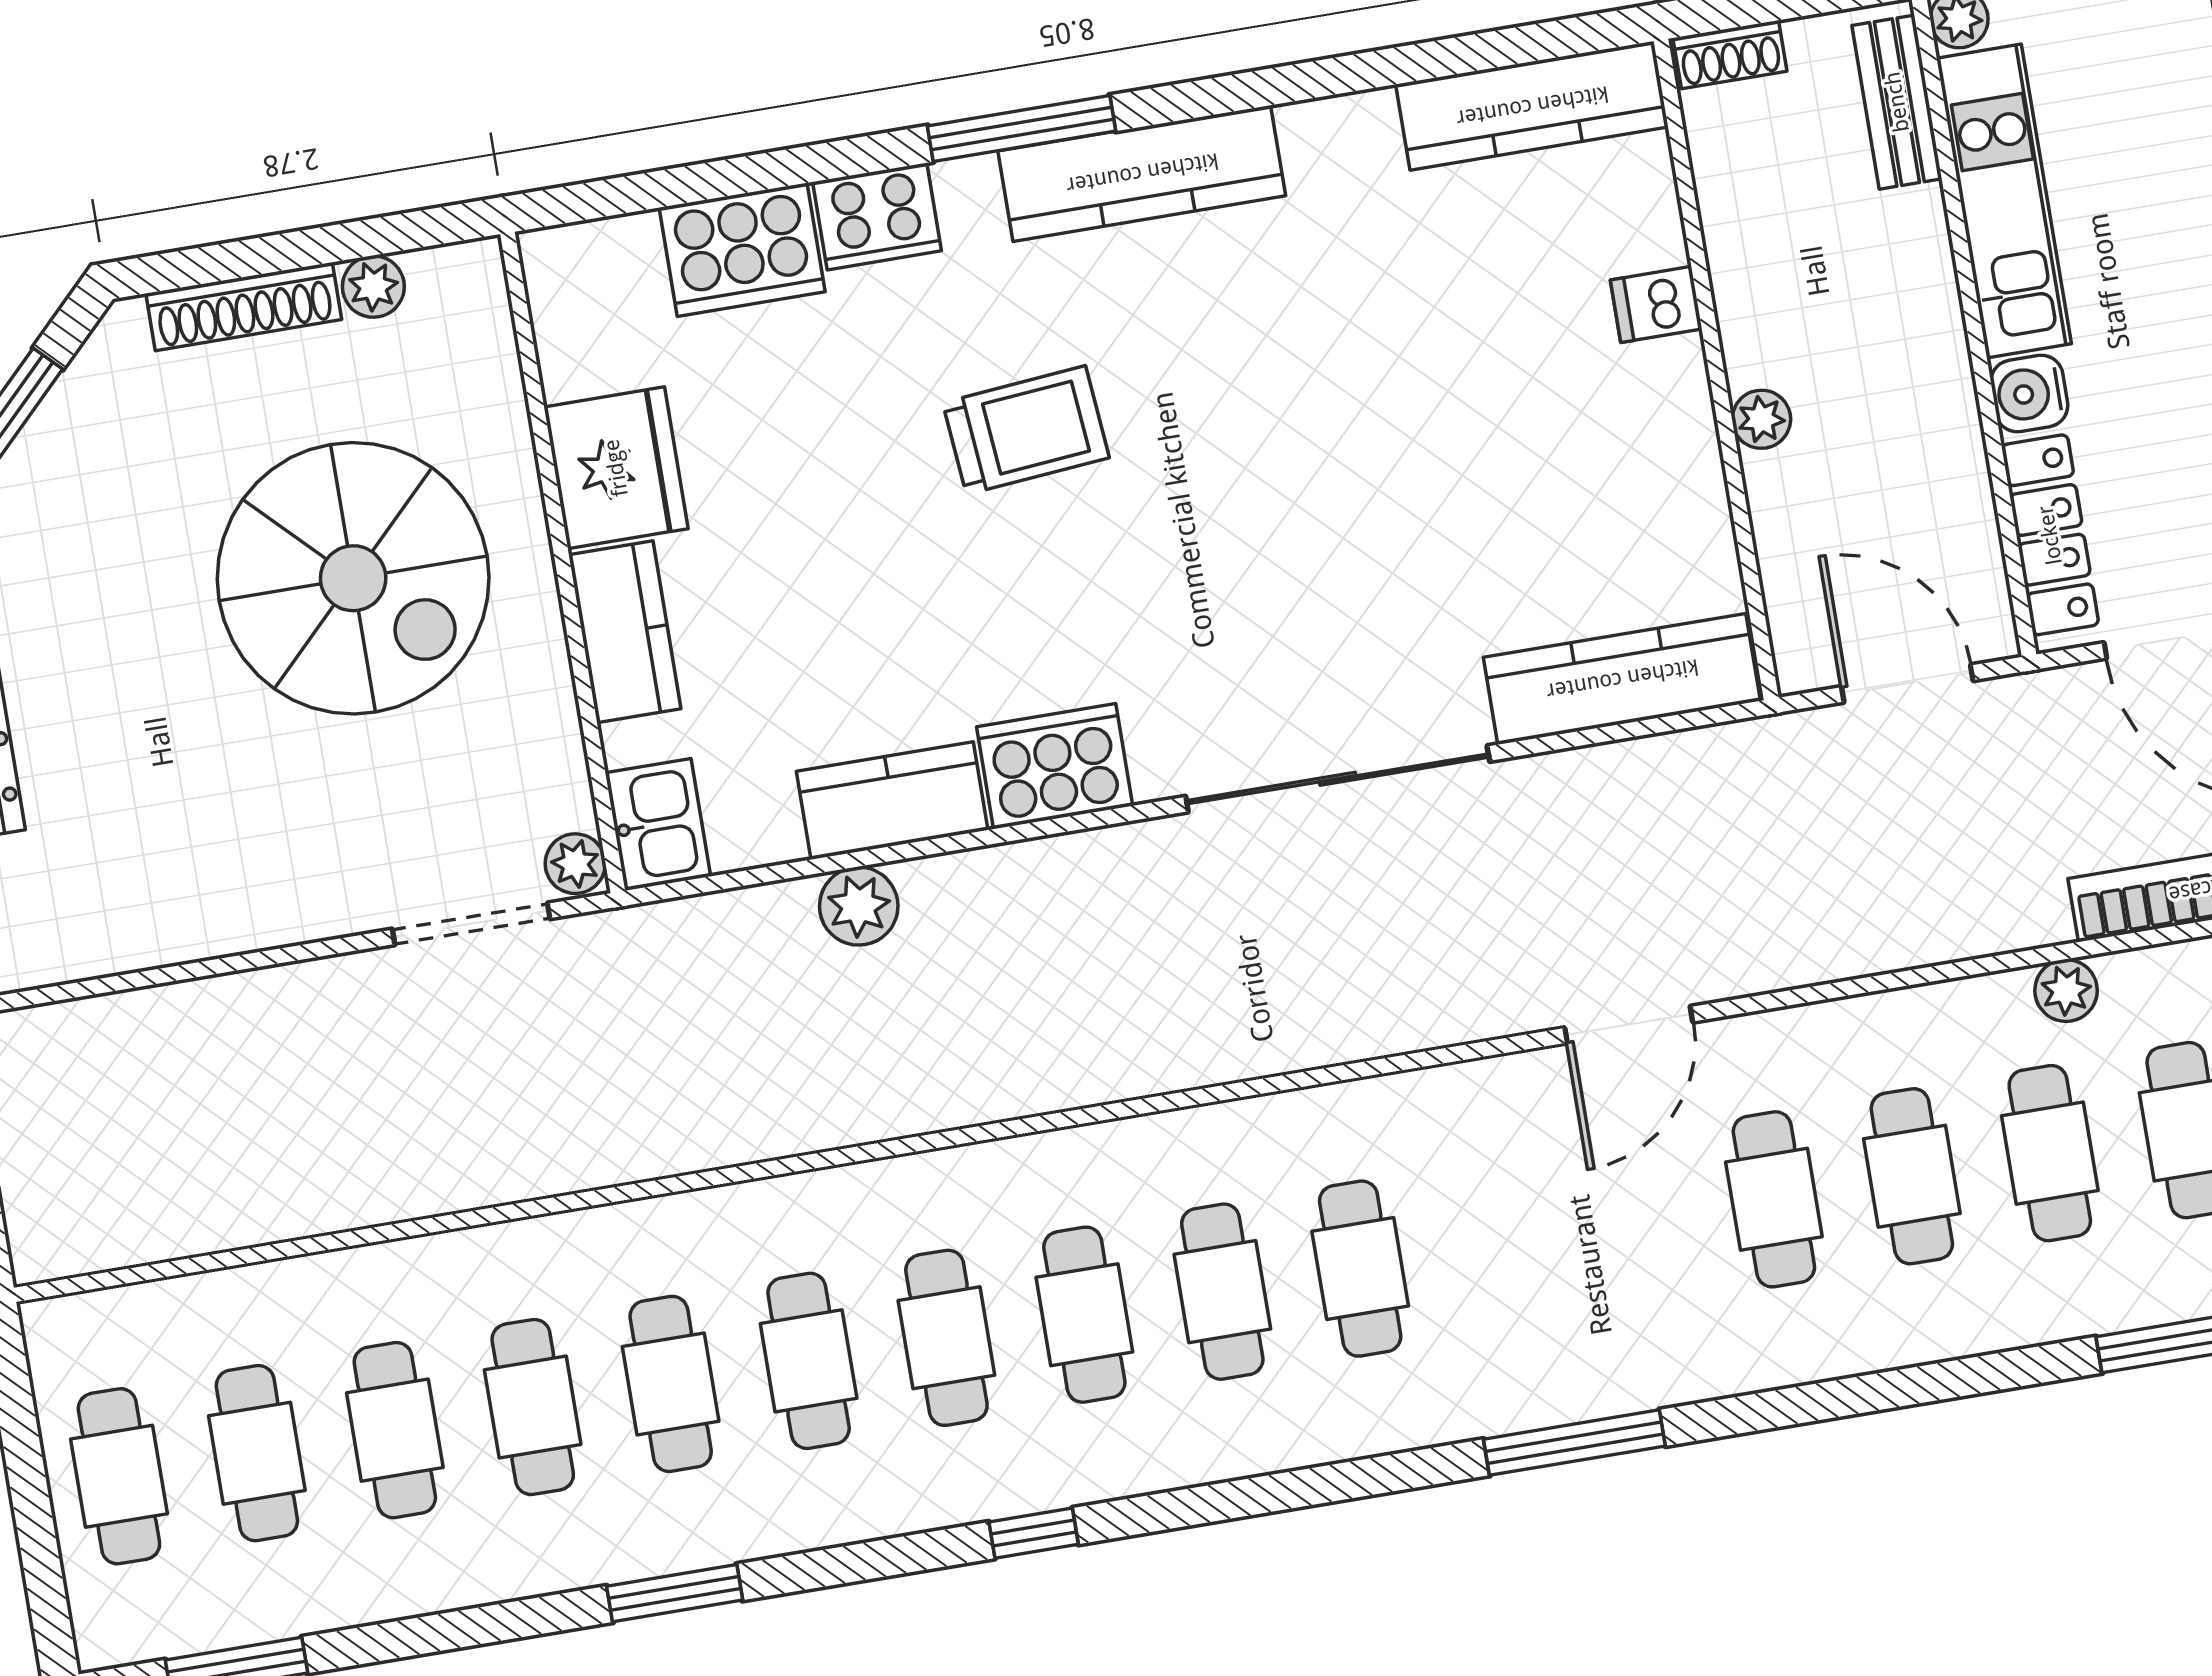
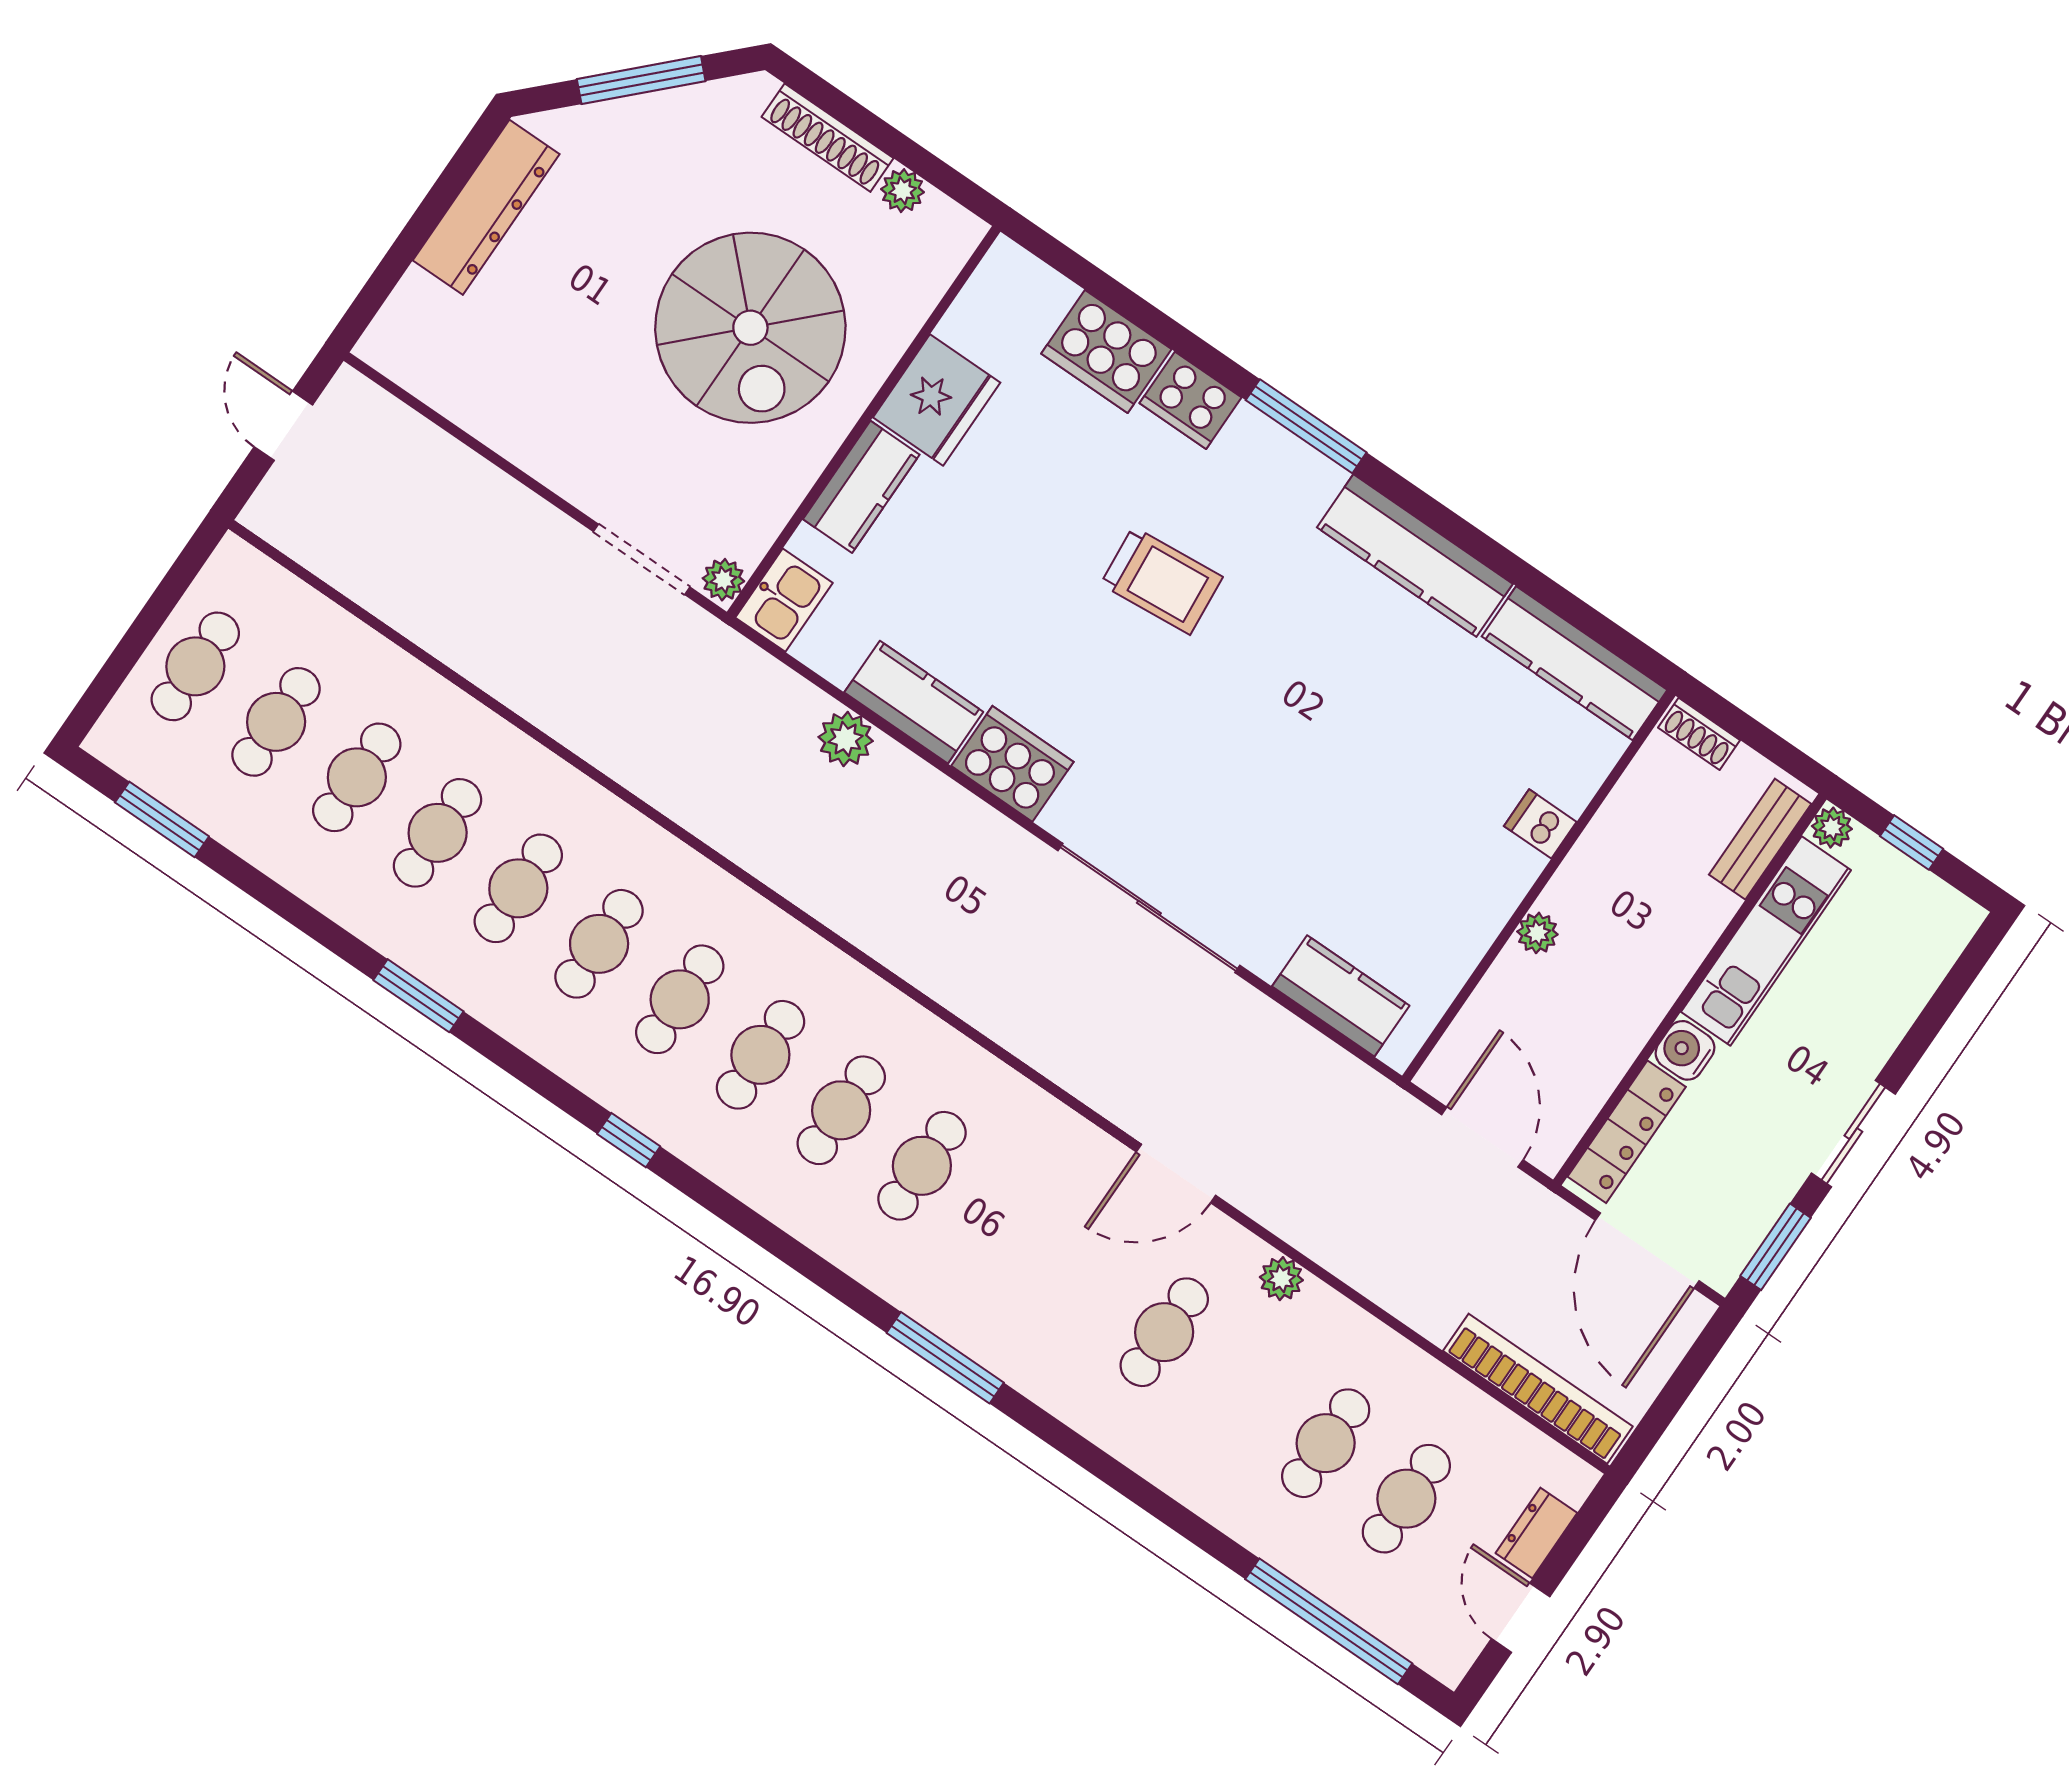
kitchen counter: (1142, 173) -> (1415, 556), moved
kitchen counter: (1622, 679) -> (1341, 996), width x0.67
plant: (2066, 990) -> (1281, 1279), moved
cafe table: (1912, 1176) -> (1245, 1388), removed

